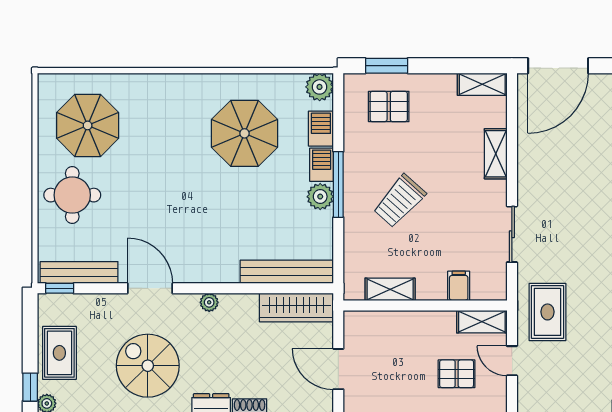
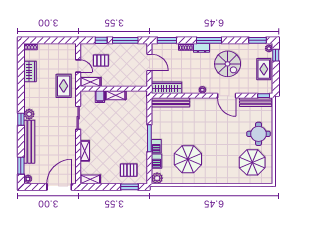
plant: (320, 197) -> (157, 133), removed
trolley: (399, 201) -> (124, 131), removed
shelving: (390, 289) -> (116, 95), moved

